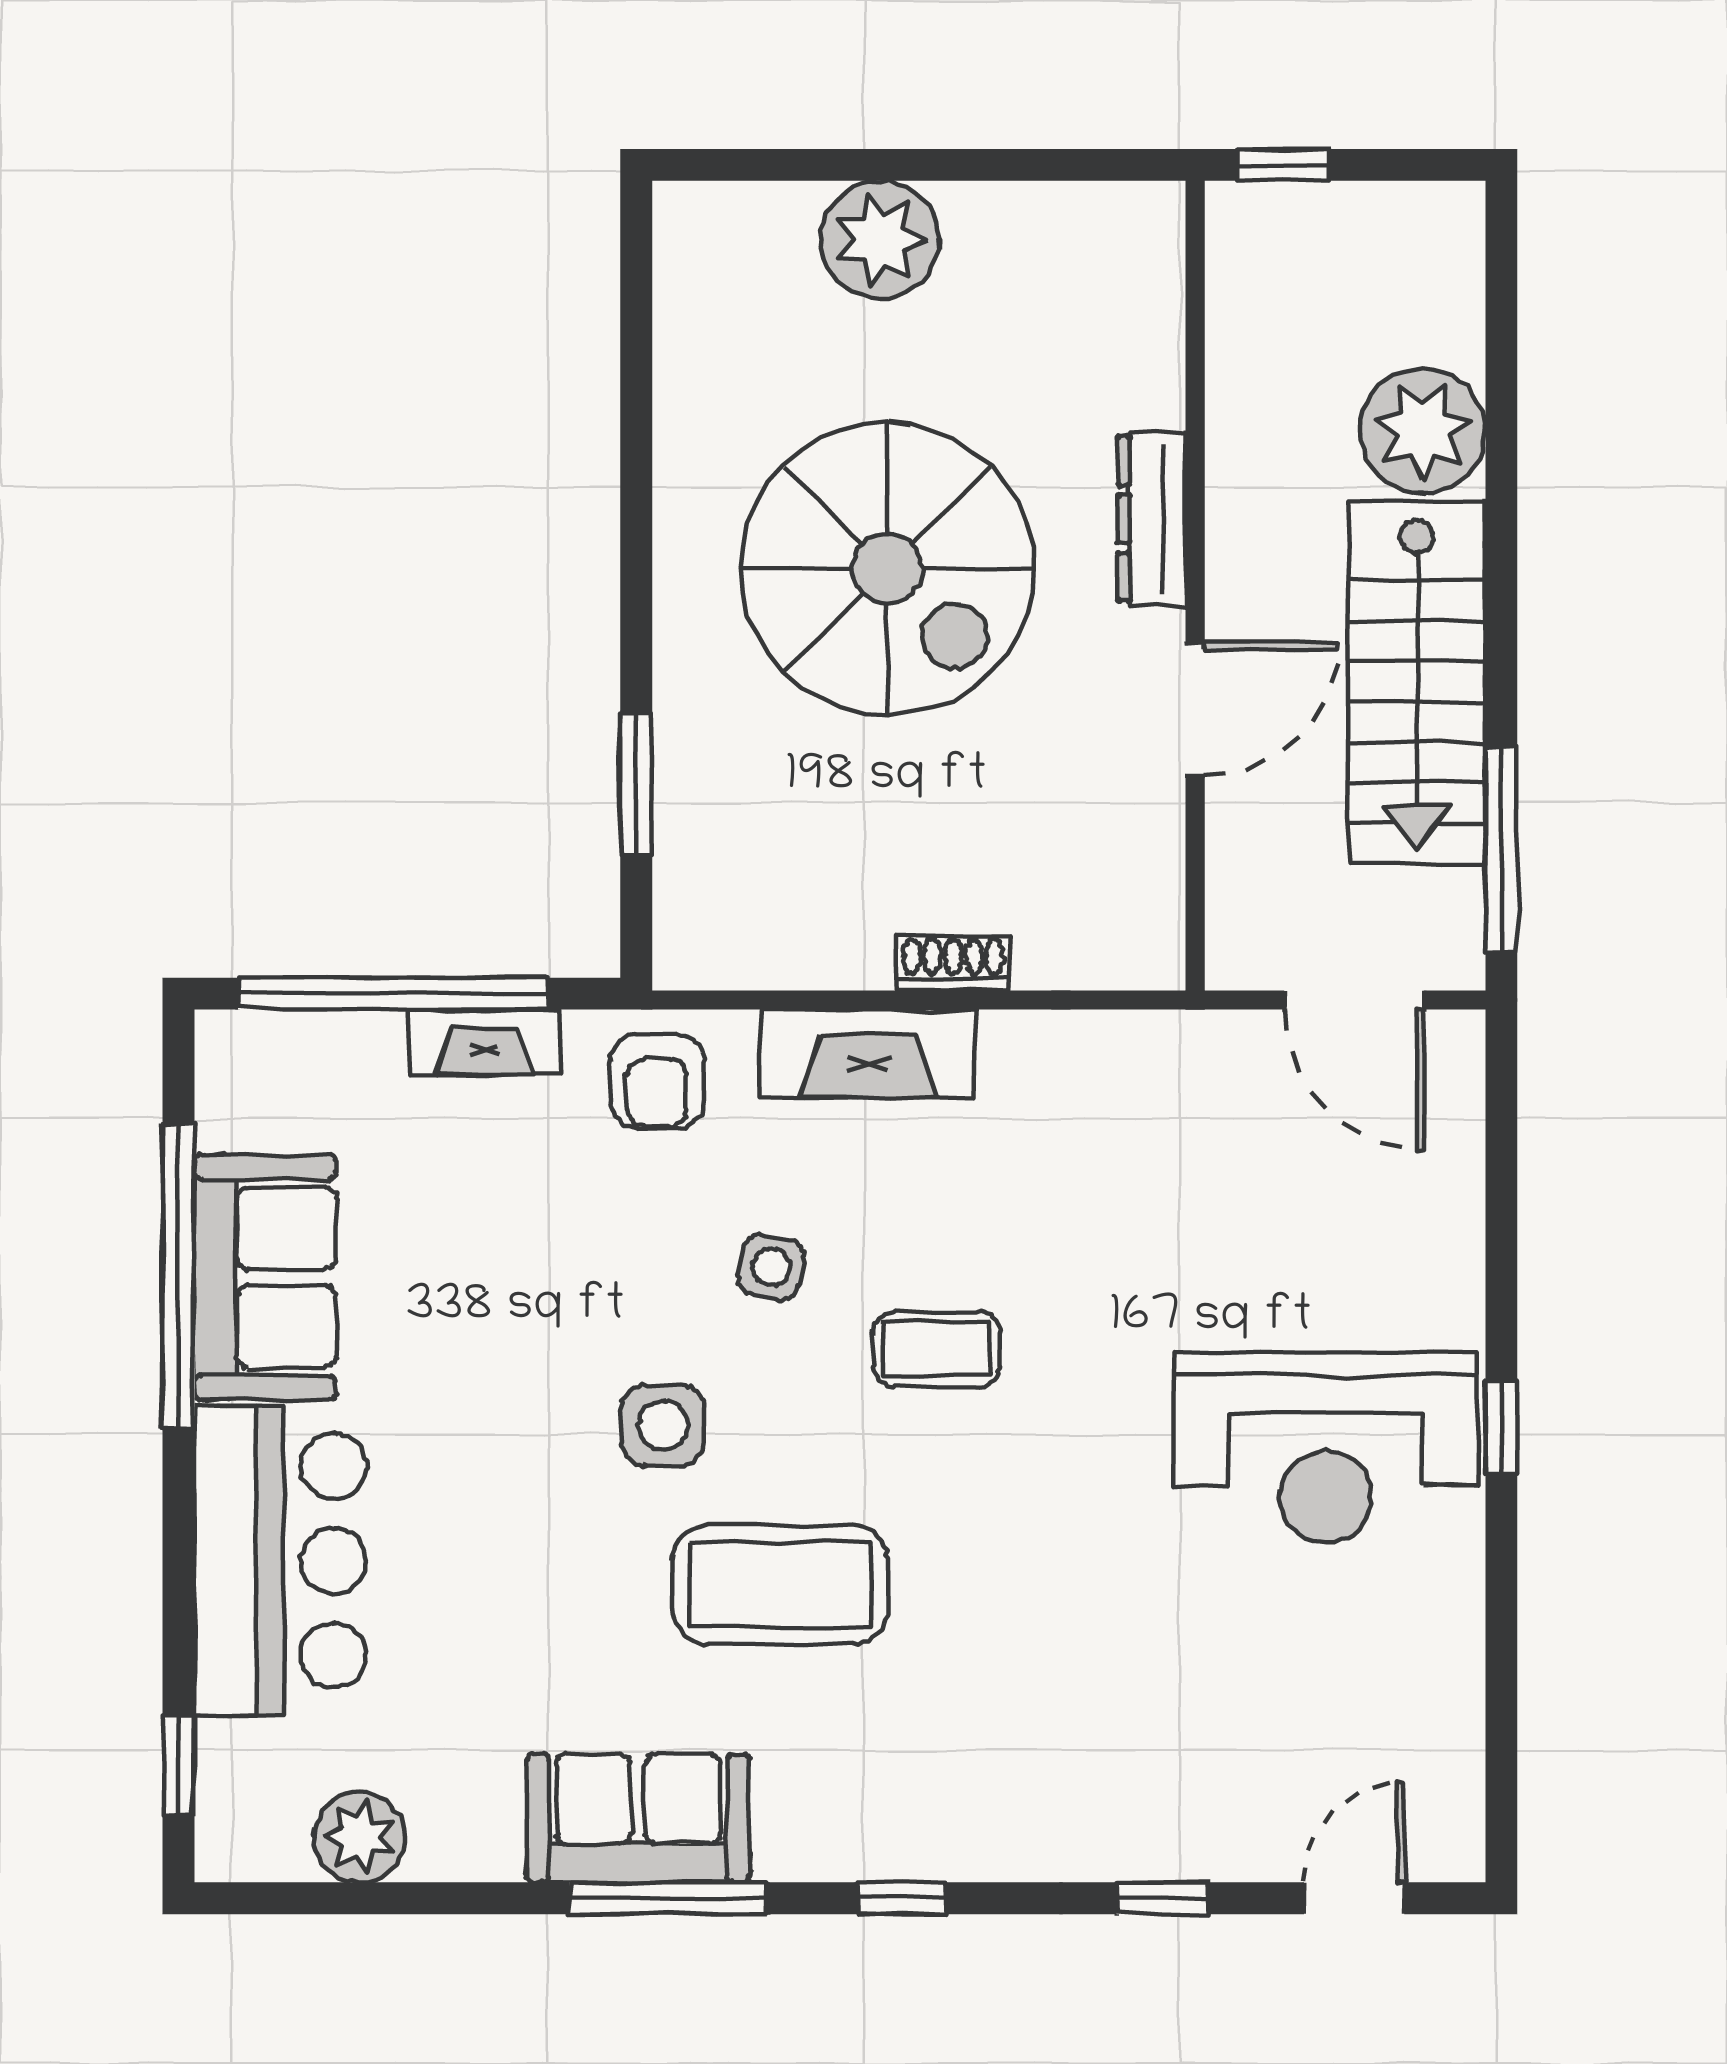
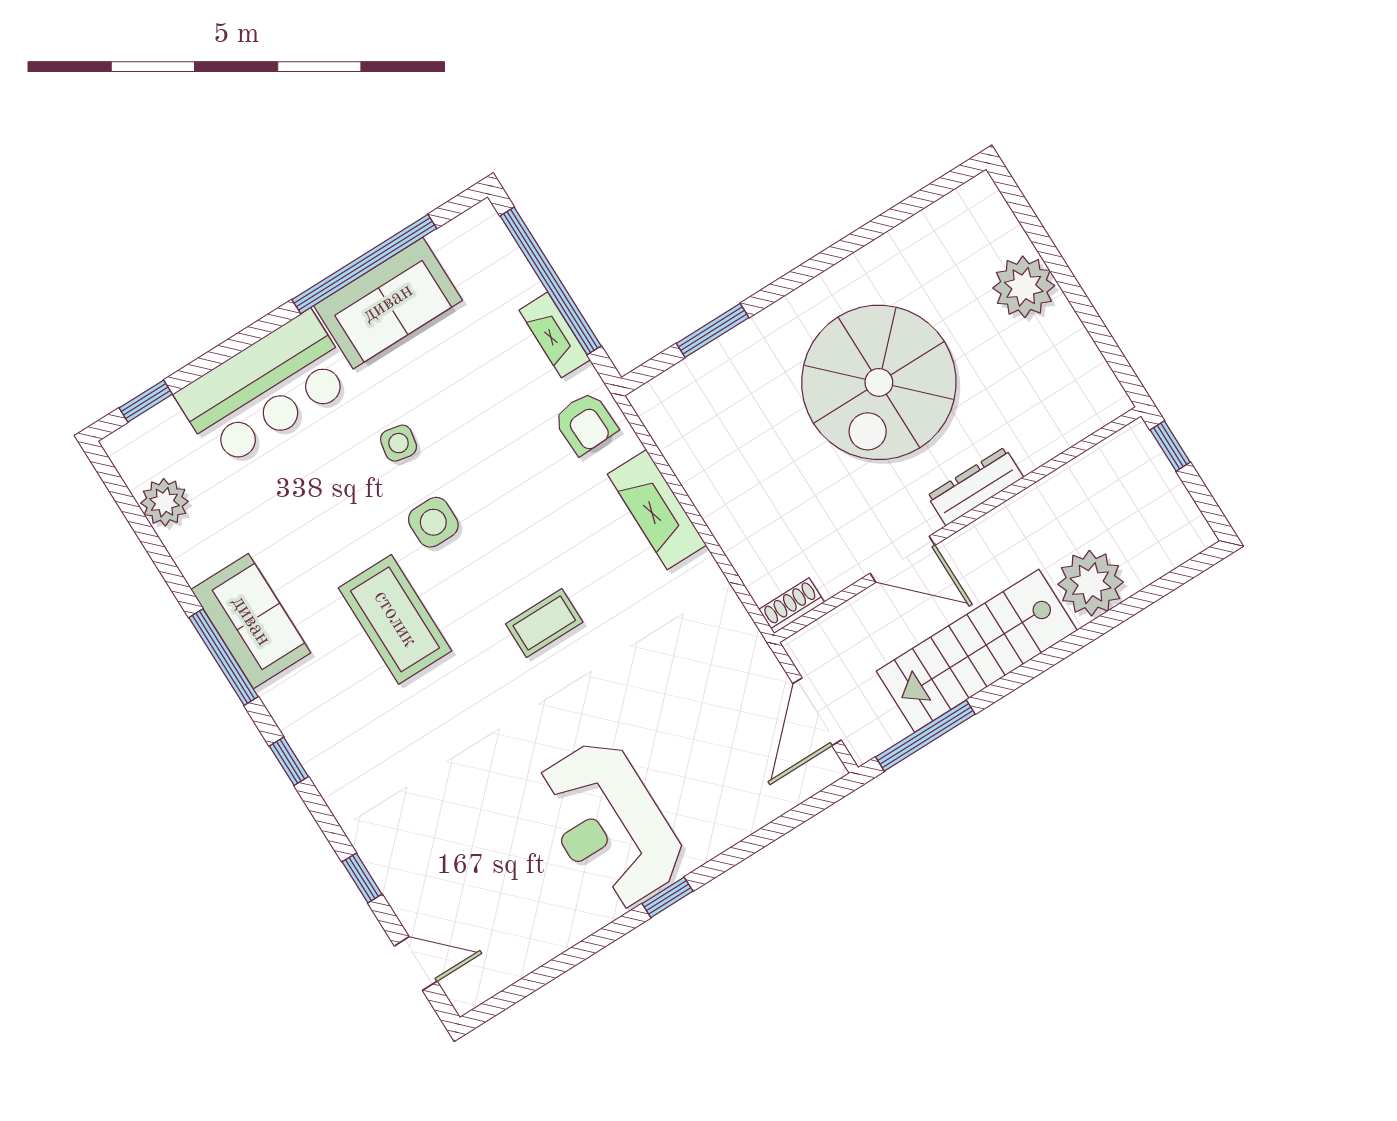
shoe rack: (953, 963) -> (792, 606), moved, turned -90
armchair: (657, 1081) -> (585, 423), turned -92
side table: (771, 1267) -> (399, 443), moved
coffee table: (936, 1349) -> (544, 623), turned 90

